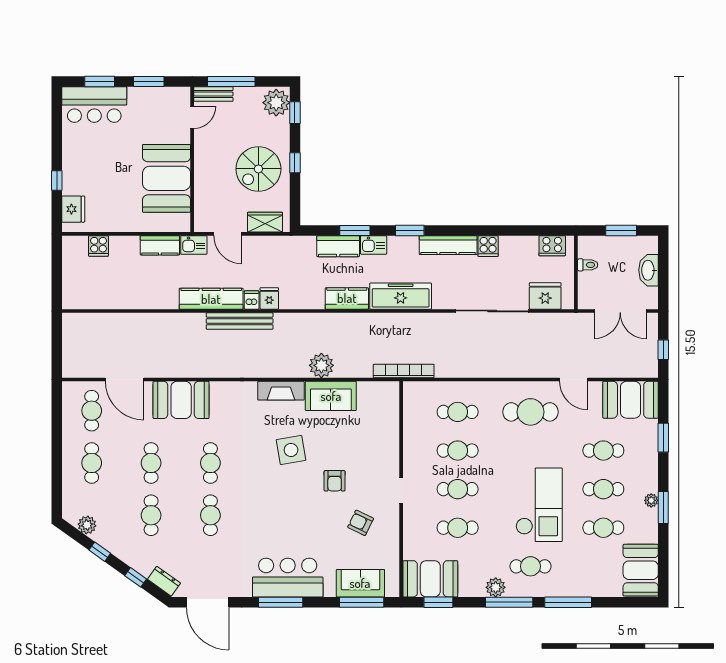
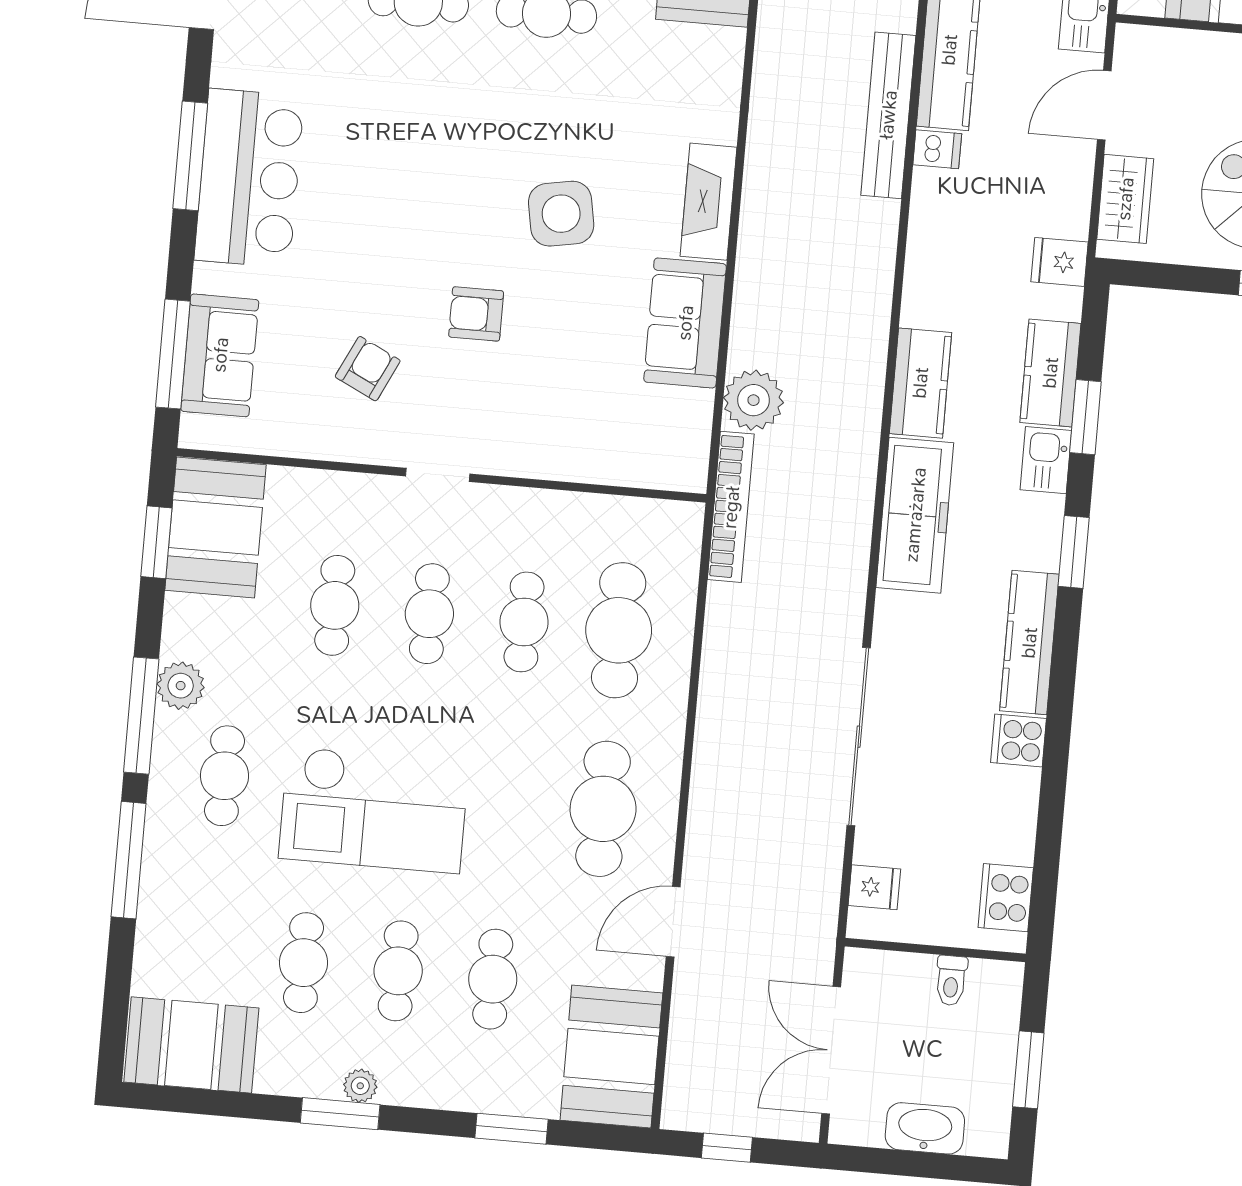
fridge: (545, 296) -> (874, 887), width x0.53, depth x0.75
fridge: (269, 298) -> (1059, 262), moved, turned 180
plant: (321, 365) -> (754, 400), moved
cafe table: (458, 412) -> (619, 630), width x1.37, depth x1.35

